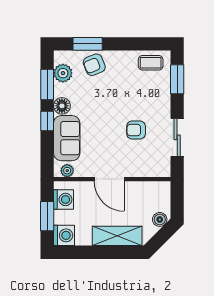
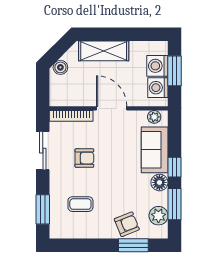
coffee table: (151, 63) -> (80, 204), moved
bookcase: (149, 172) -> (71, 116), added
washing machine: (64, 235) -> (157, 66), moved

